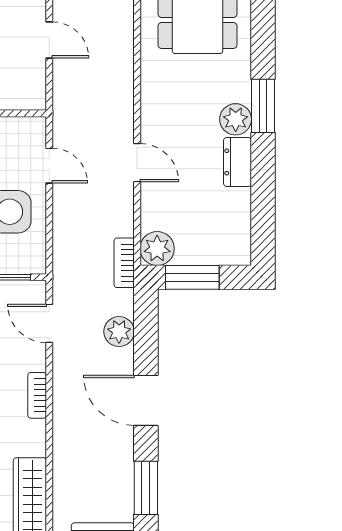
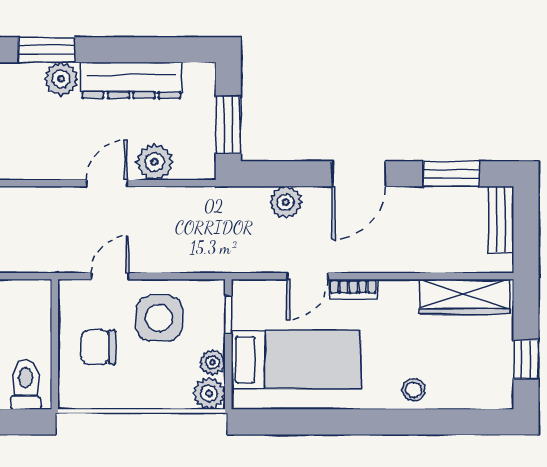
dresser: (238, 162) -> (131, 80), width x1.96, depth x1.24
plant: (157, 249) -> (155, 162), moved
bookcase: (124, 263) -> (213, 197), removed
door: (49, 323) -> (307, 276), moved

